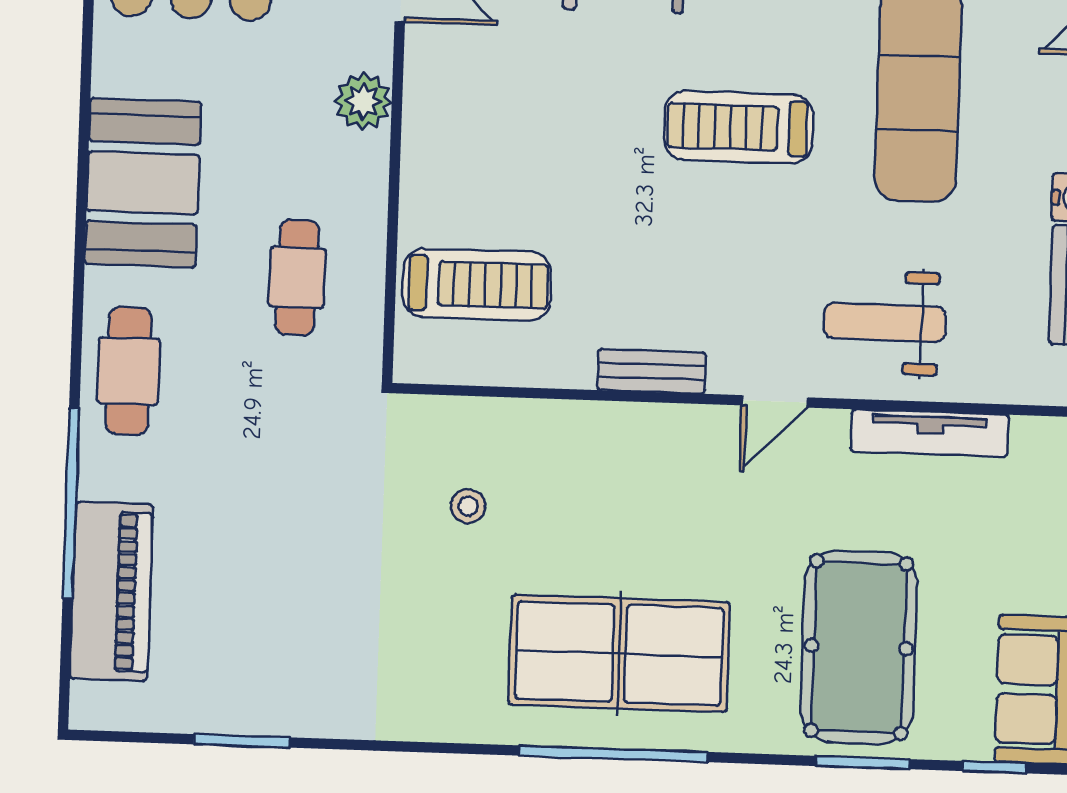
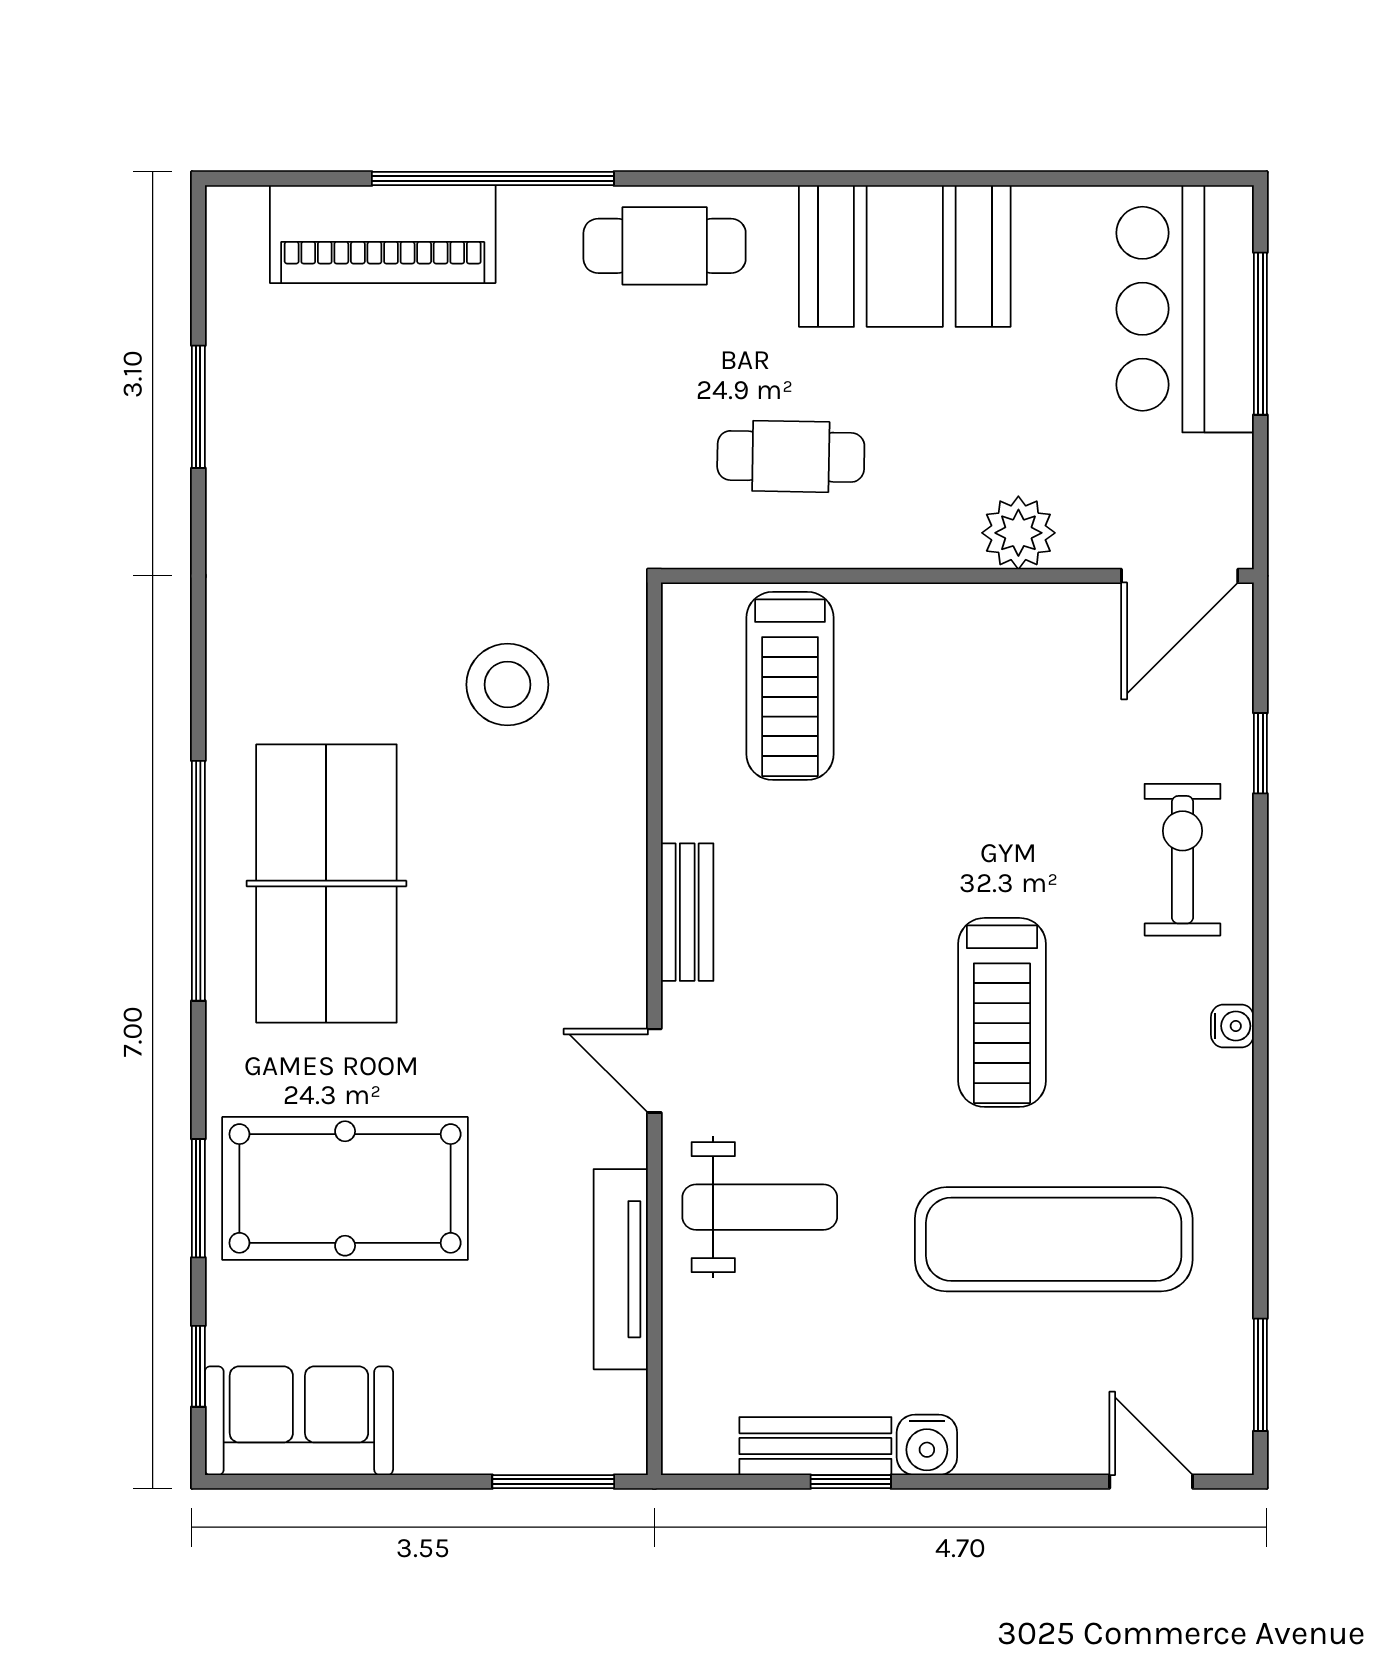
treadmill: (739, 127) -> (1002, 1012), turned 180
weight bench: (885, 323) -> (760, 1207), turned 90
stool: (468, 506) -> (507, 685), width x1.89, depth x1.89

